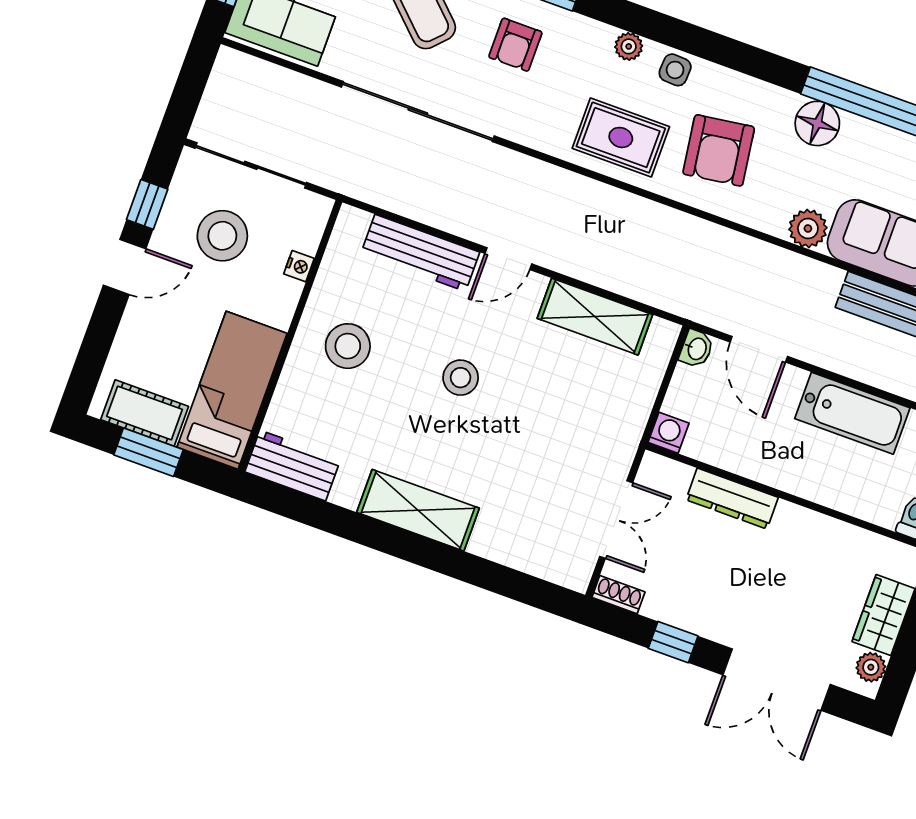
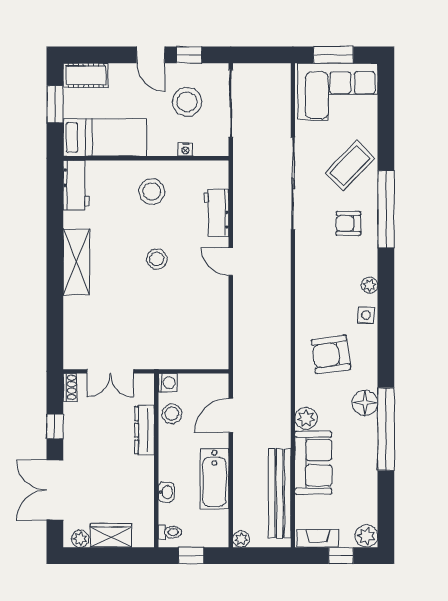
rug: (621, 137) -> (319, 299), removed
workbench: (420, 253) -> (217, 213), width x0.73
shelving: (595, 317) -> (216, 320), removed
washbasin: (696, 349) -> (166, 492), moved, turned -90
cot: (145, 413) -> (86, 75), moved, turned 90
stool: (721, 444) -> (172, 414), added

